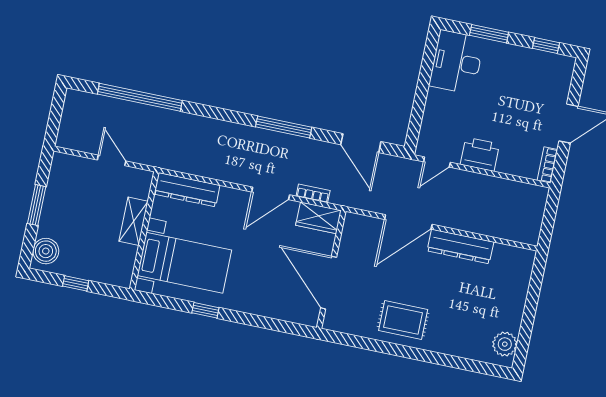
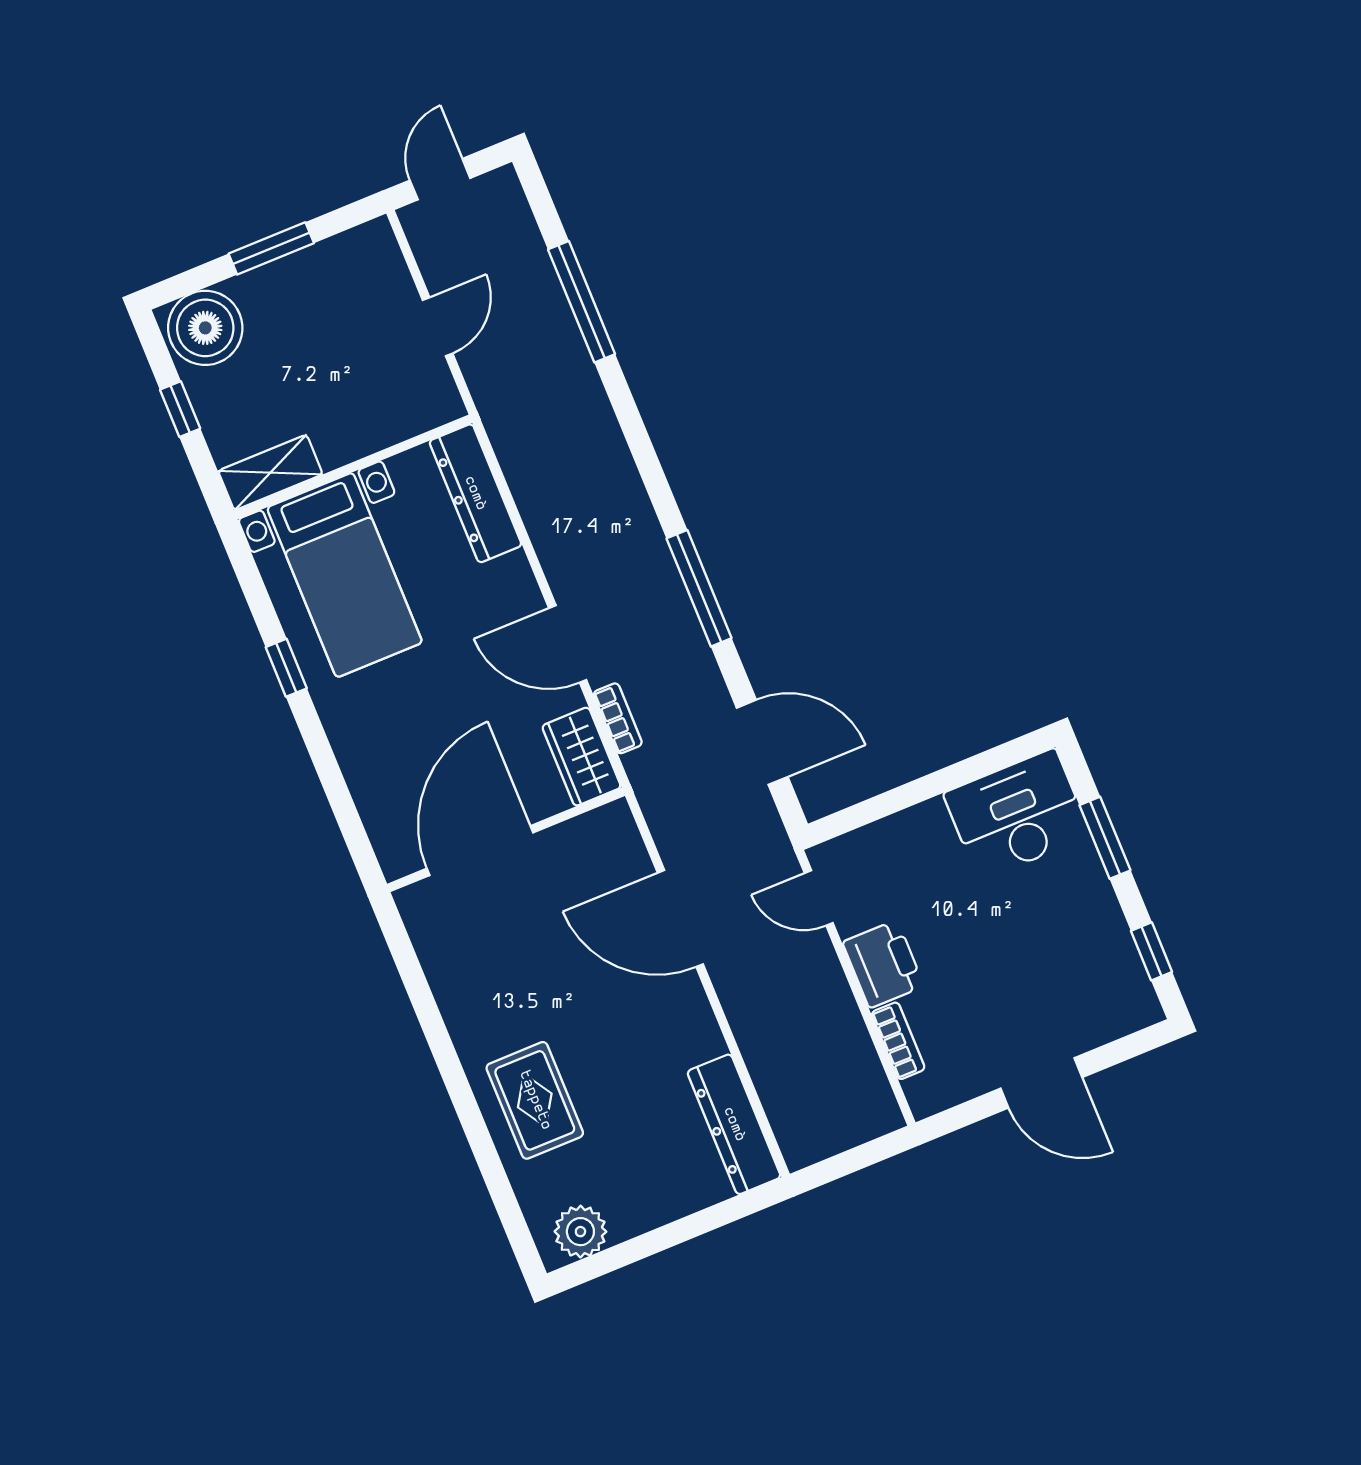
window: (140, 97) -> (582, 302), width x0.68
door: (54, 120) -> (440, 179), added
door: (361, 143) -> (762, 742), swing flipped
bookcase: (547, 165) -> (898, 1041), moved, turned 90
shelving: (134, 221) -> (270, 473), moved
dresser: (460, 246) -> (734, 1124), moved
boiler: (46, 251) -> (205, 328), width x1.37, depth x1.37
rug: (403, 320) -> (535, 1100), moved

